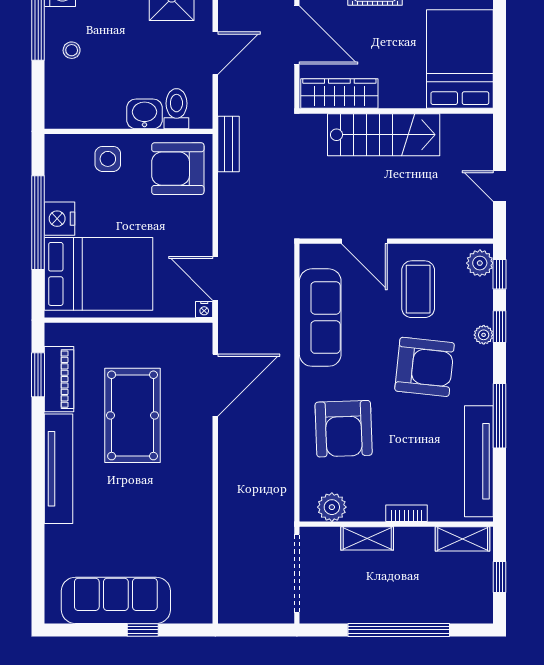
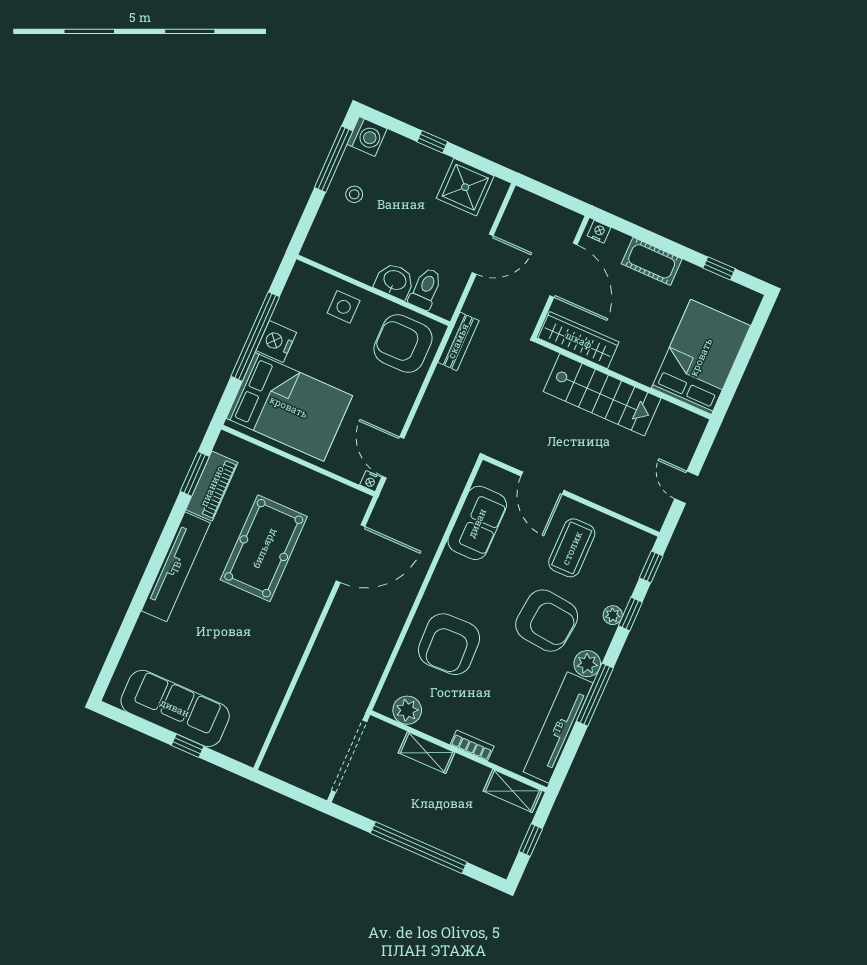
plant: (480, 263) -> (587, 664), moved
sofa: (320, 318) -> (477, 523), width x0.73

